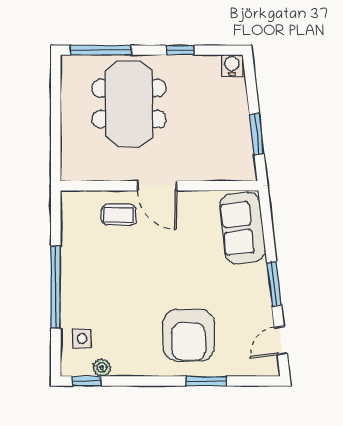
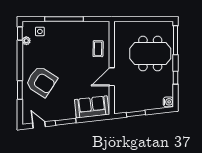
door: (157, 186) -> (112, 77), moved
armchair: (189, 335) -> (41, 82), turned -147

